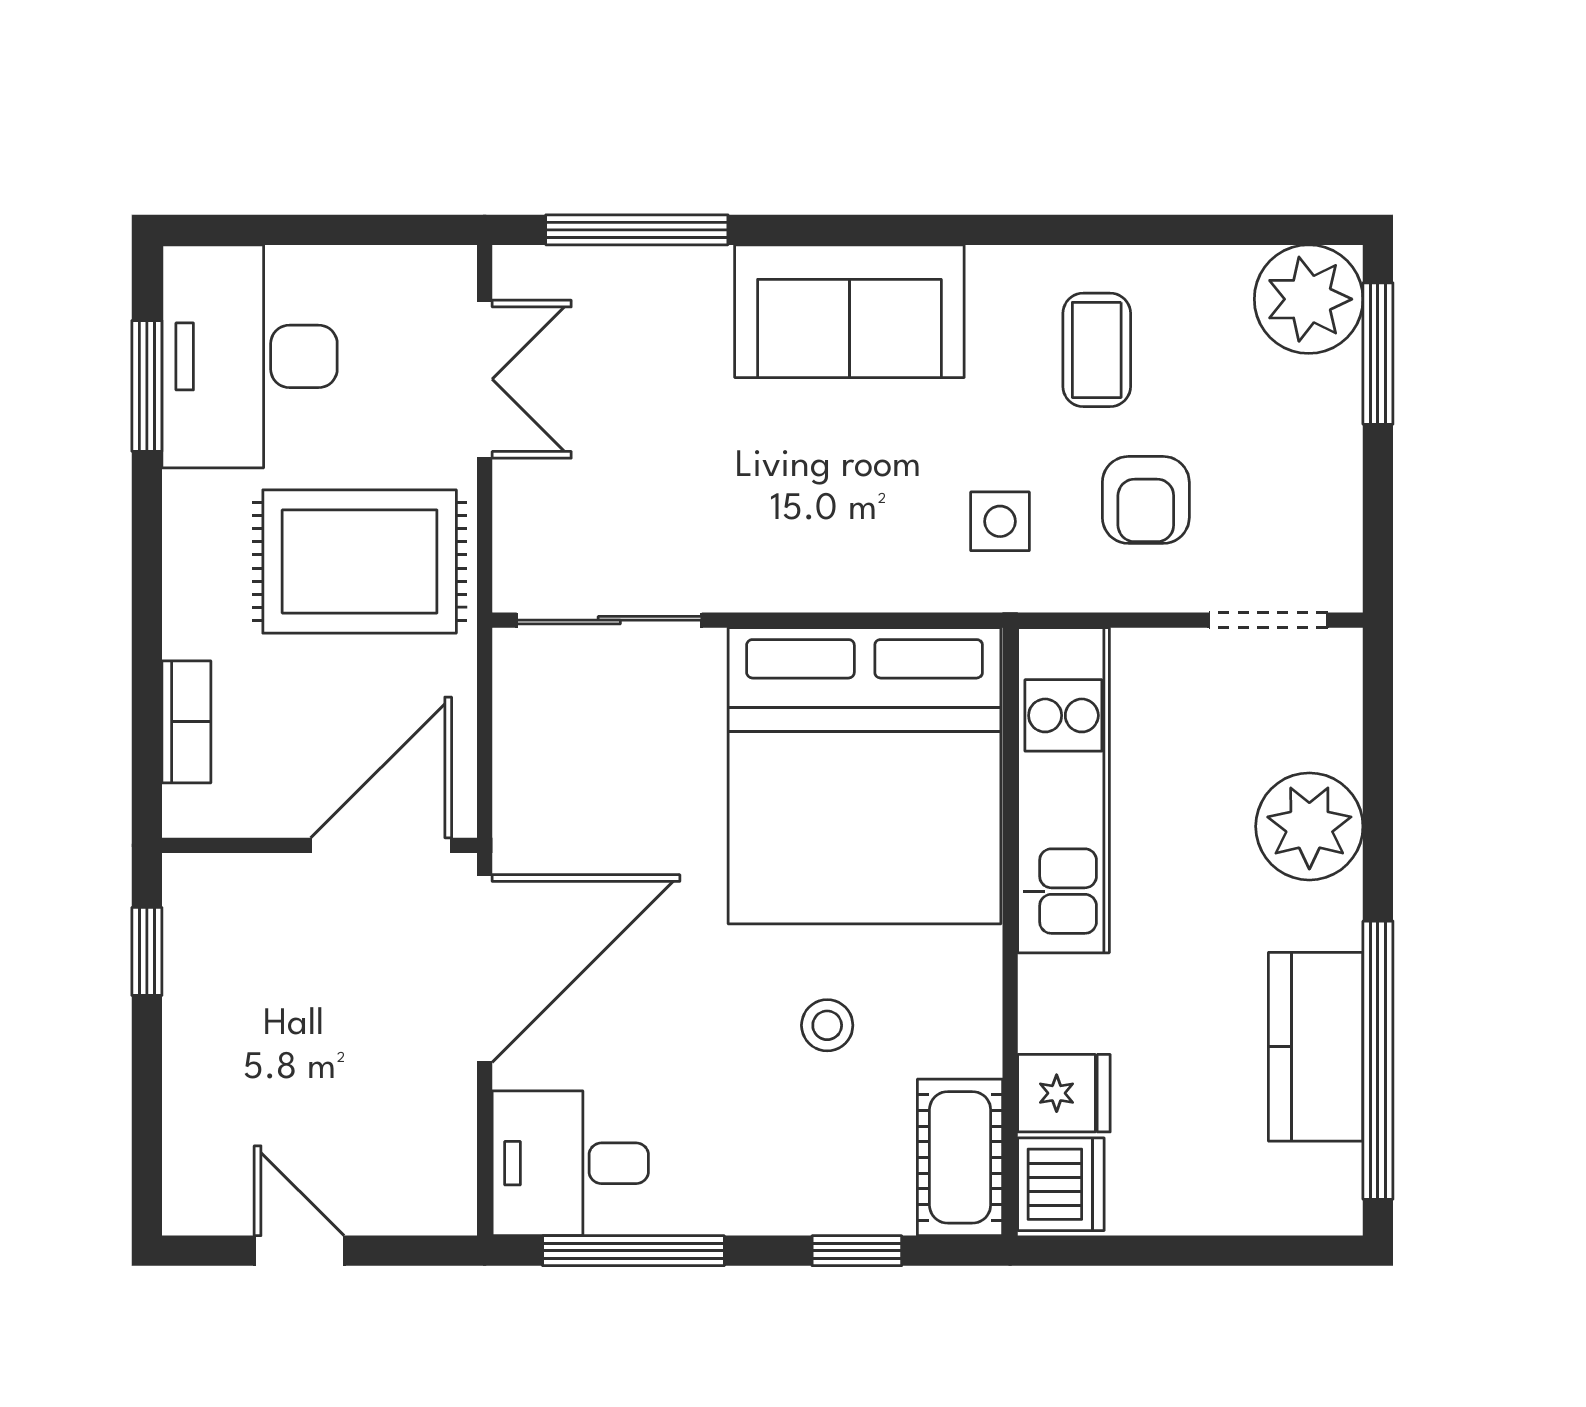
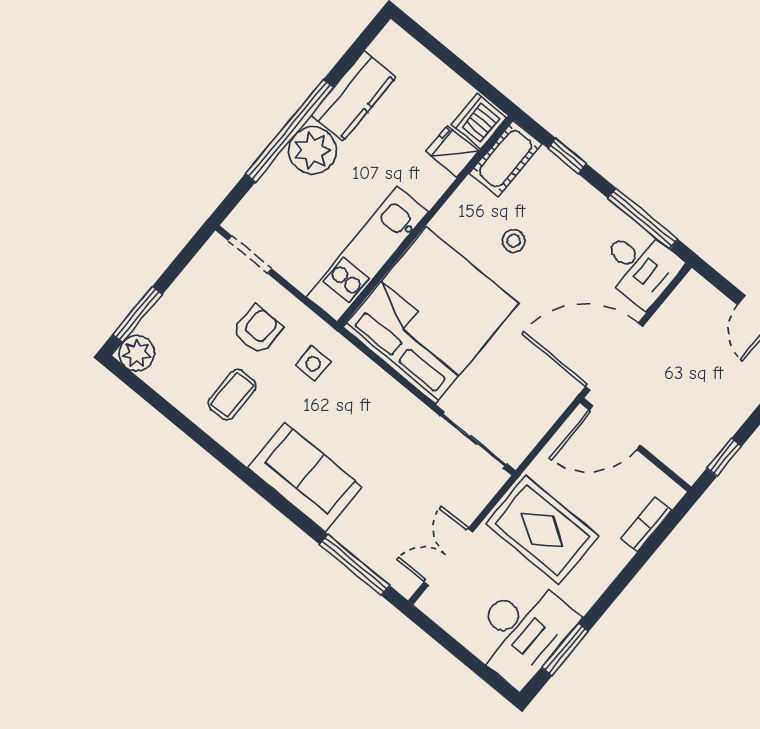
plant: (1309, 299) -> (137, 353), width x0.73, depth x0.73
plant: (1309, 826) -> (312, 150), moved
window: (1378, 1060) -> (289, 131), moved

